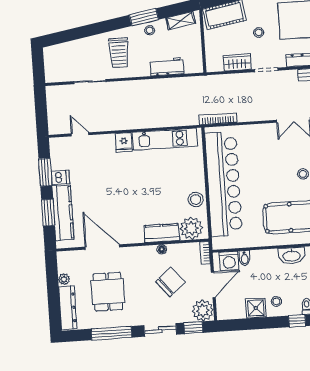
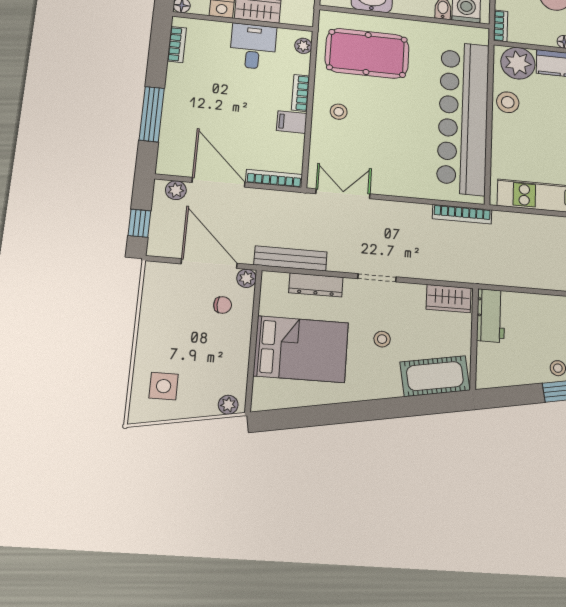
shelving: (181, 21) -> (507, 377), removed
wardrobe: (237, 62) -> (449, 299), moved
workbench: (167, 67) -> (491, 316), moved, turned -90

